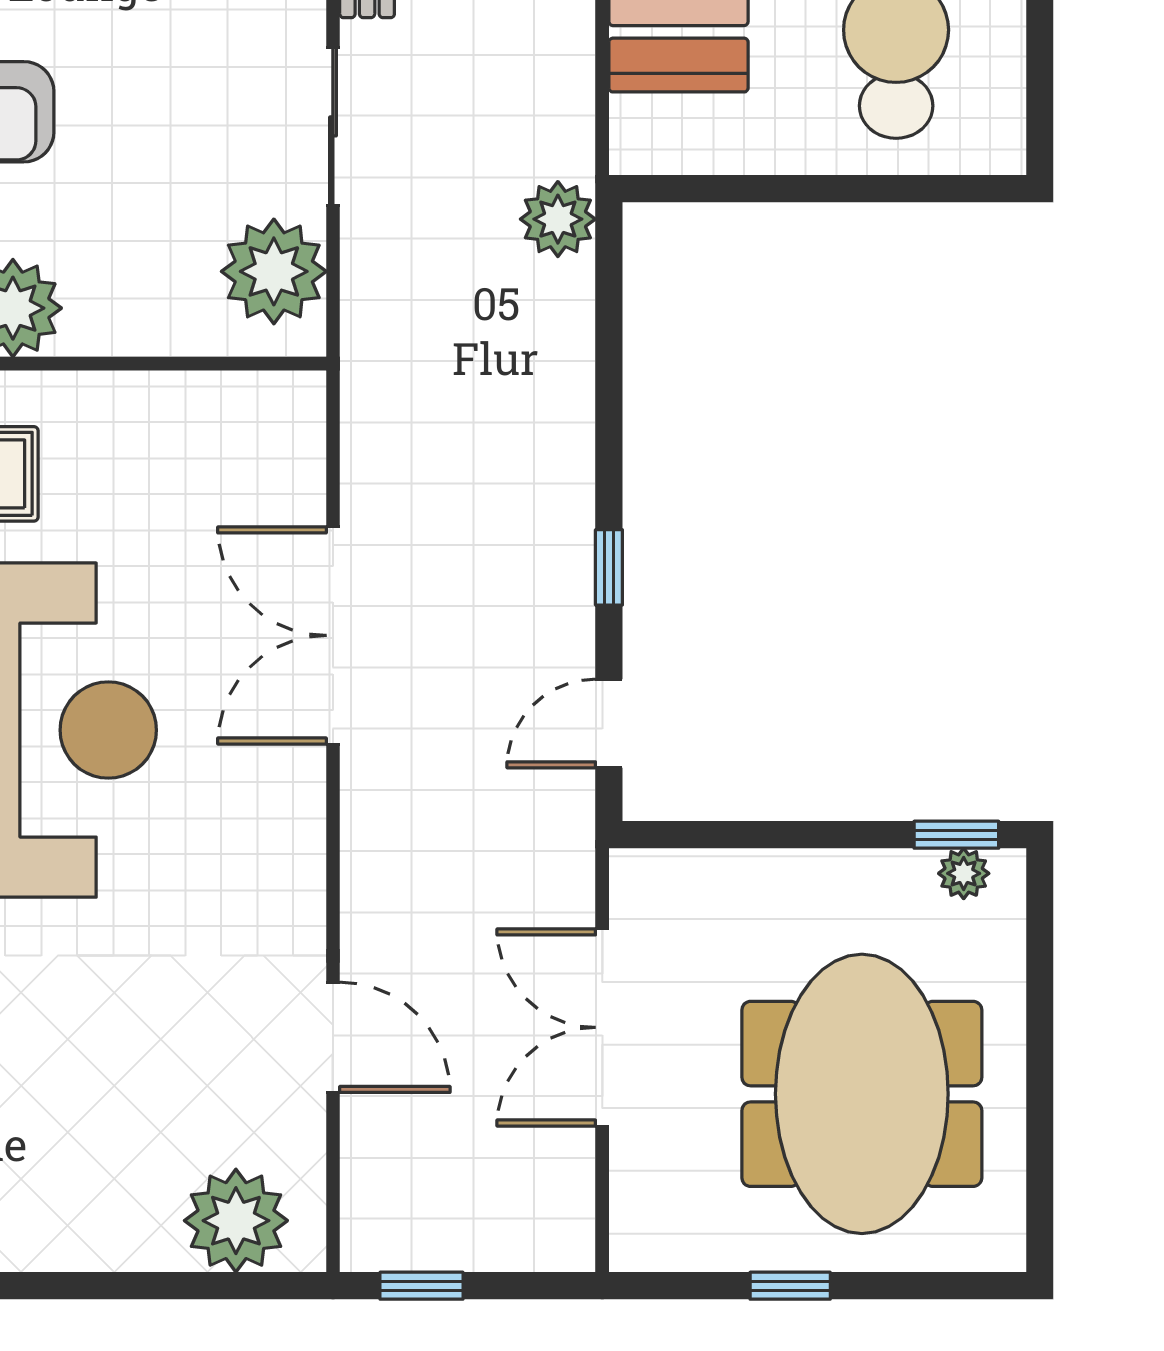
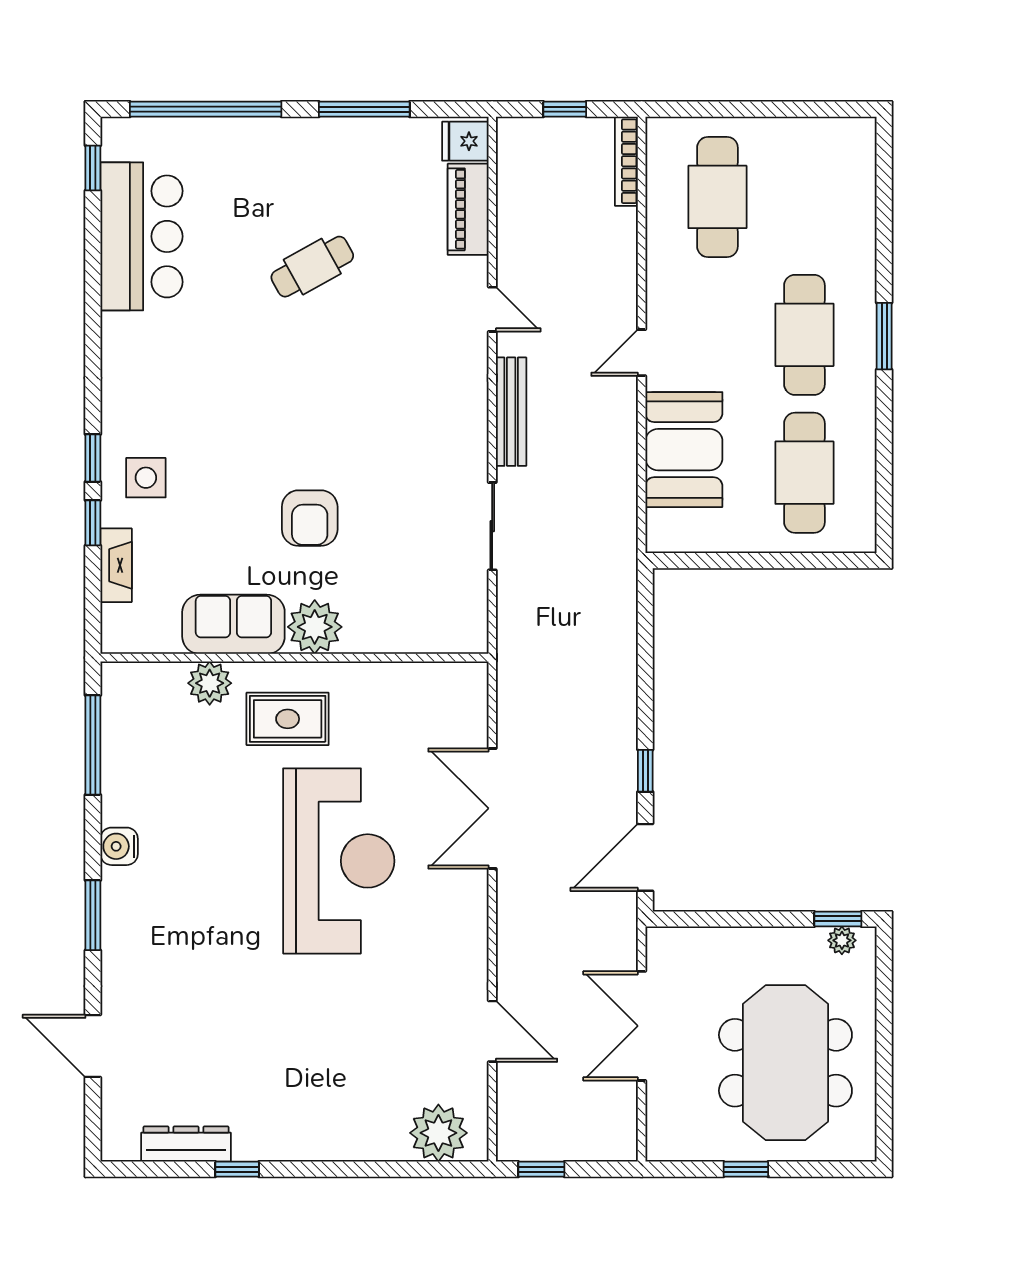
plant: (558, 219) -> (617, 578), removed
plant: (274, 271) -> (459, 607), removed
door: (609, 724) -> (645, 857), width x1.38

